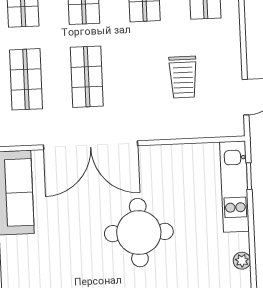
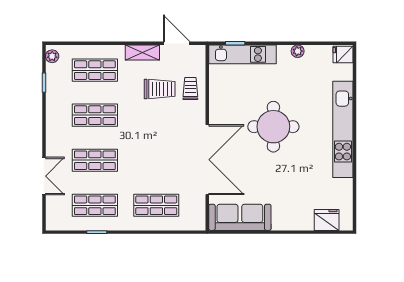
shelving: (231, 51) -> (142, 52), added
shop shelf: (87, 77) -> (156, 160), removed
trolley: (185, 118) -> (190, 89), added

